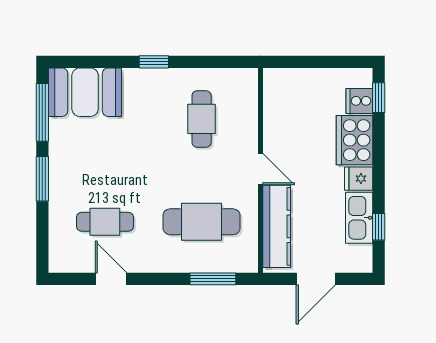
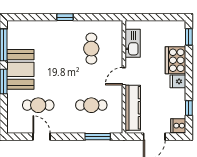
booth: (85, 92) -> (20, 69), moved, turned 90
cooker: (359, 101) -> (178, 126), moved
door: (261, 169) -> (124, 76), swing flipped
kitchen sink: (359, 218) -> (133, 43), moved, turned 180
cafe table: (202, 222) -> (91, 105), width x0.73, depth x0.74

